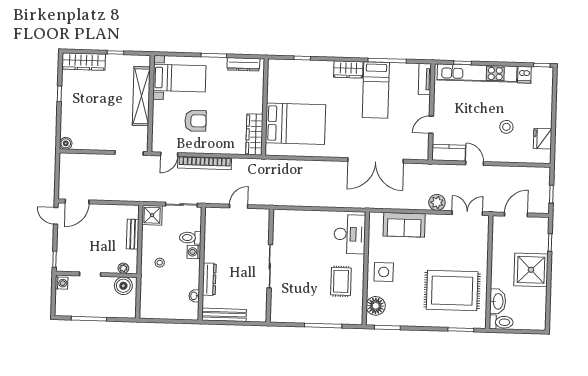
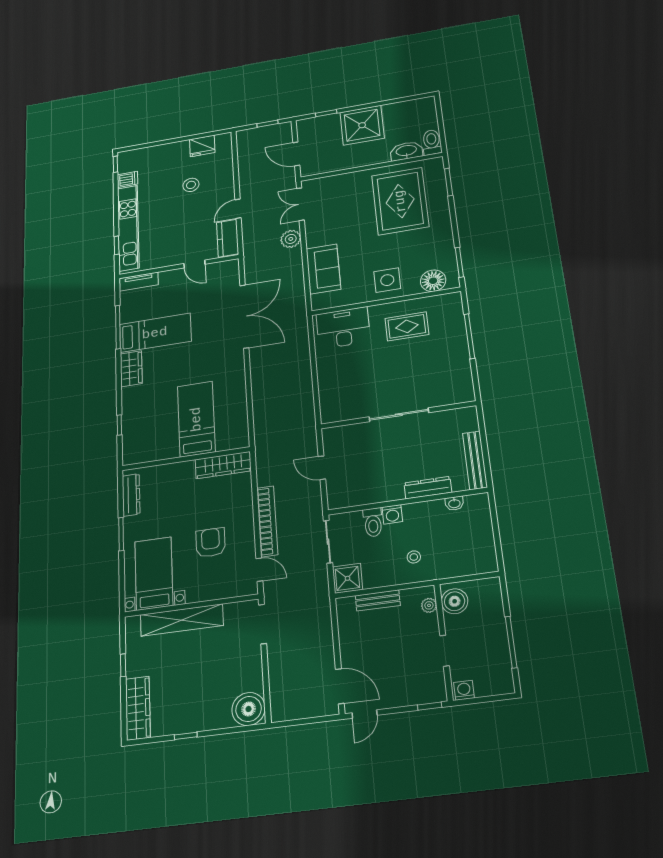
bed: (296, 124) -> (196, 419), width x0.67
boiler: (66, 143) -> (249, 709), width x1.86, depth x1.86

